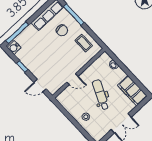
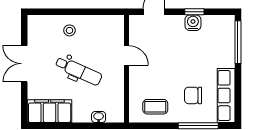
water cooler: (14, 48) -> (193, 23), moved
door: (72, 79) -> (126, 55), swing flipped

